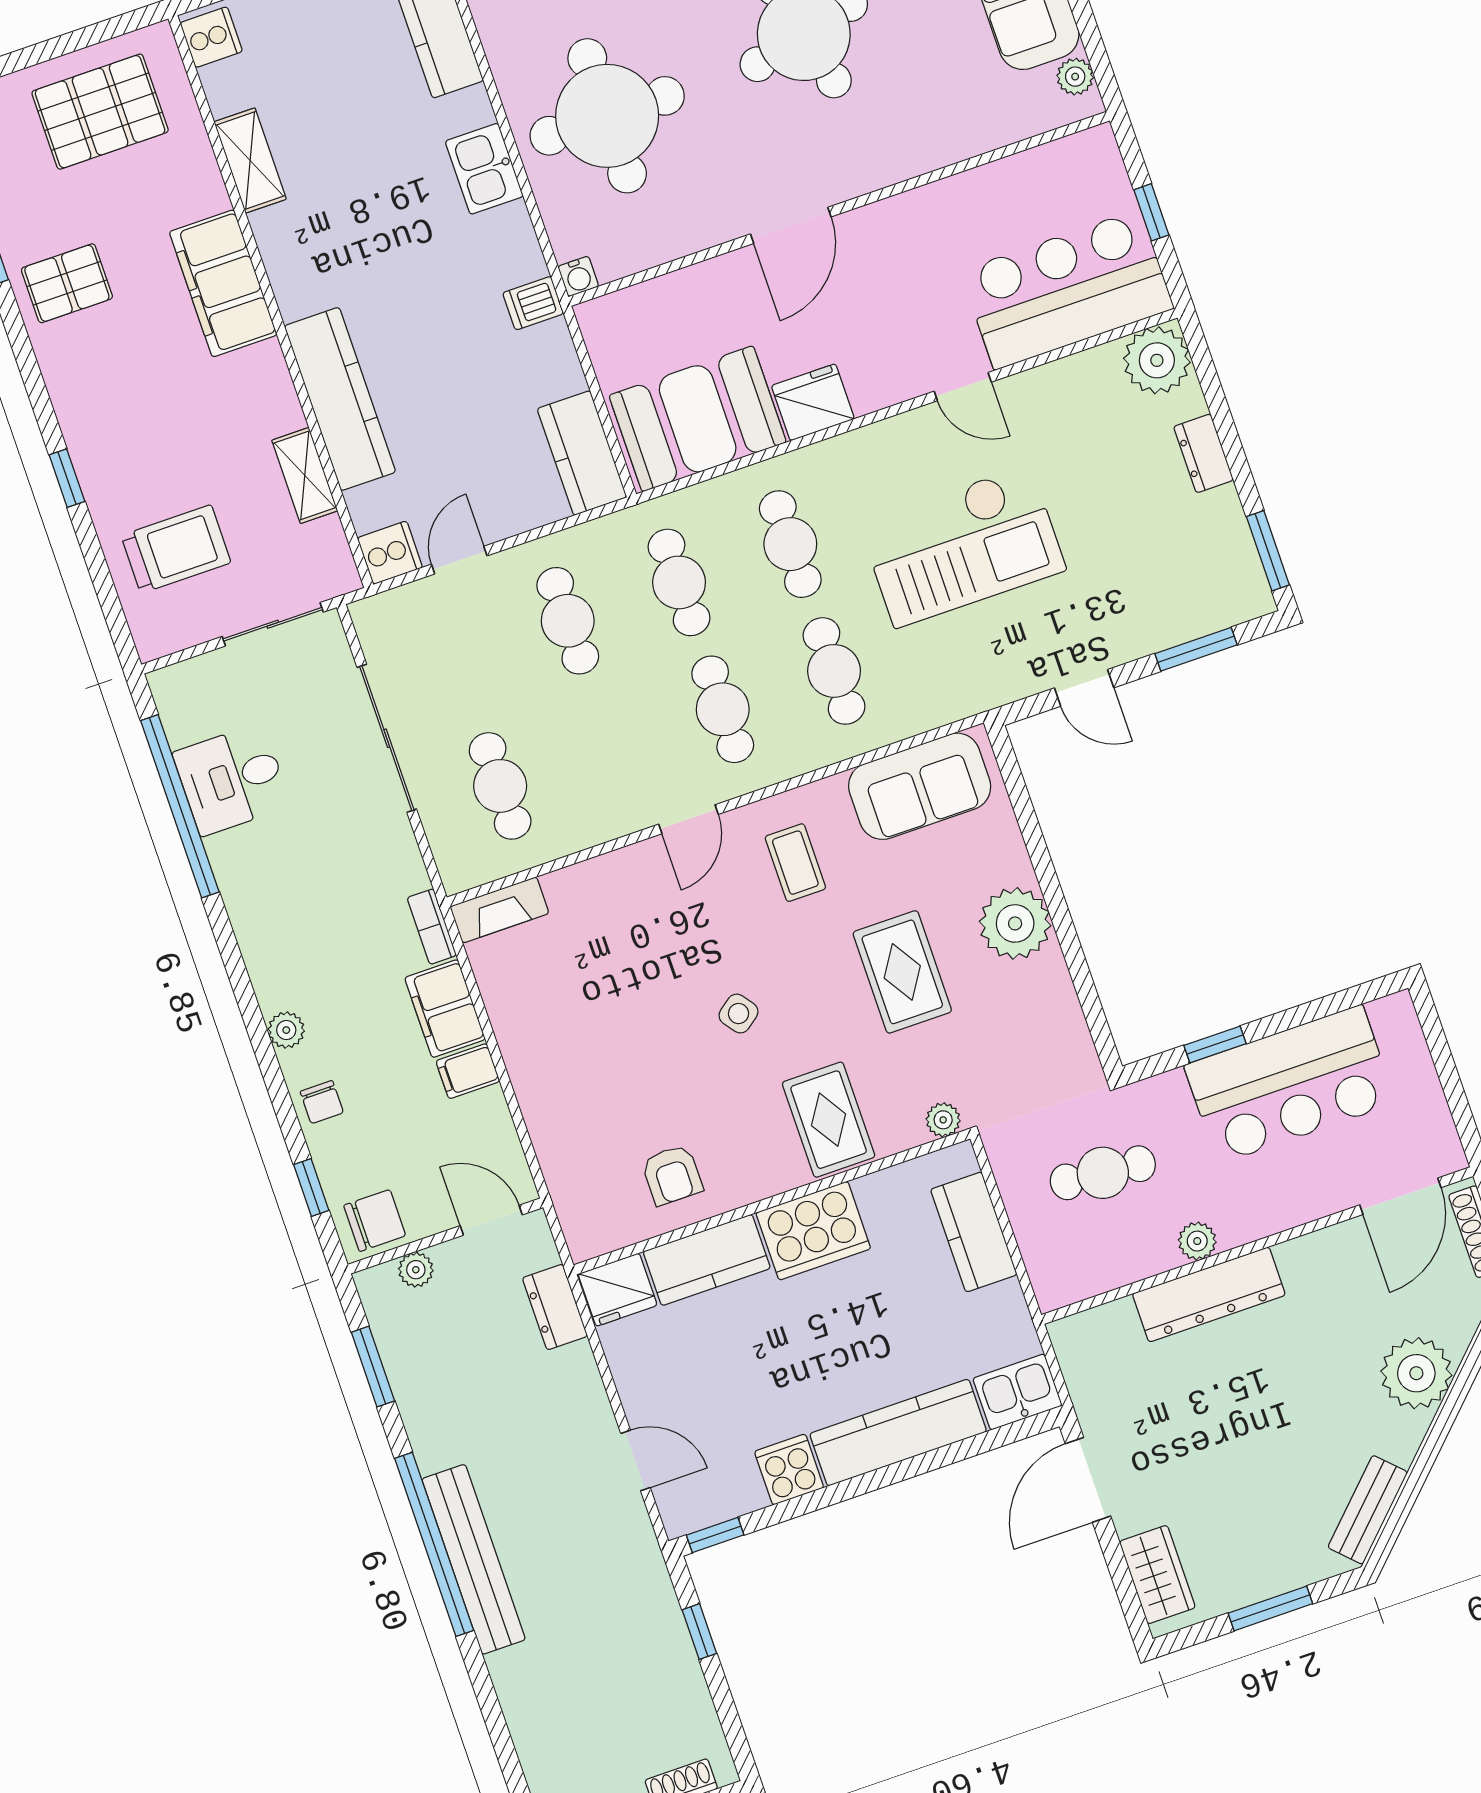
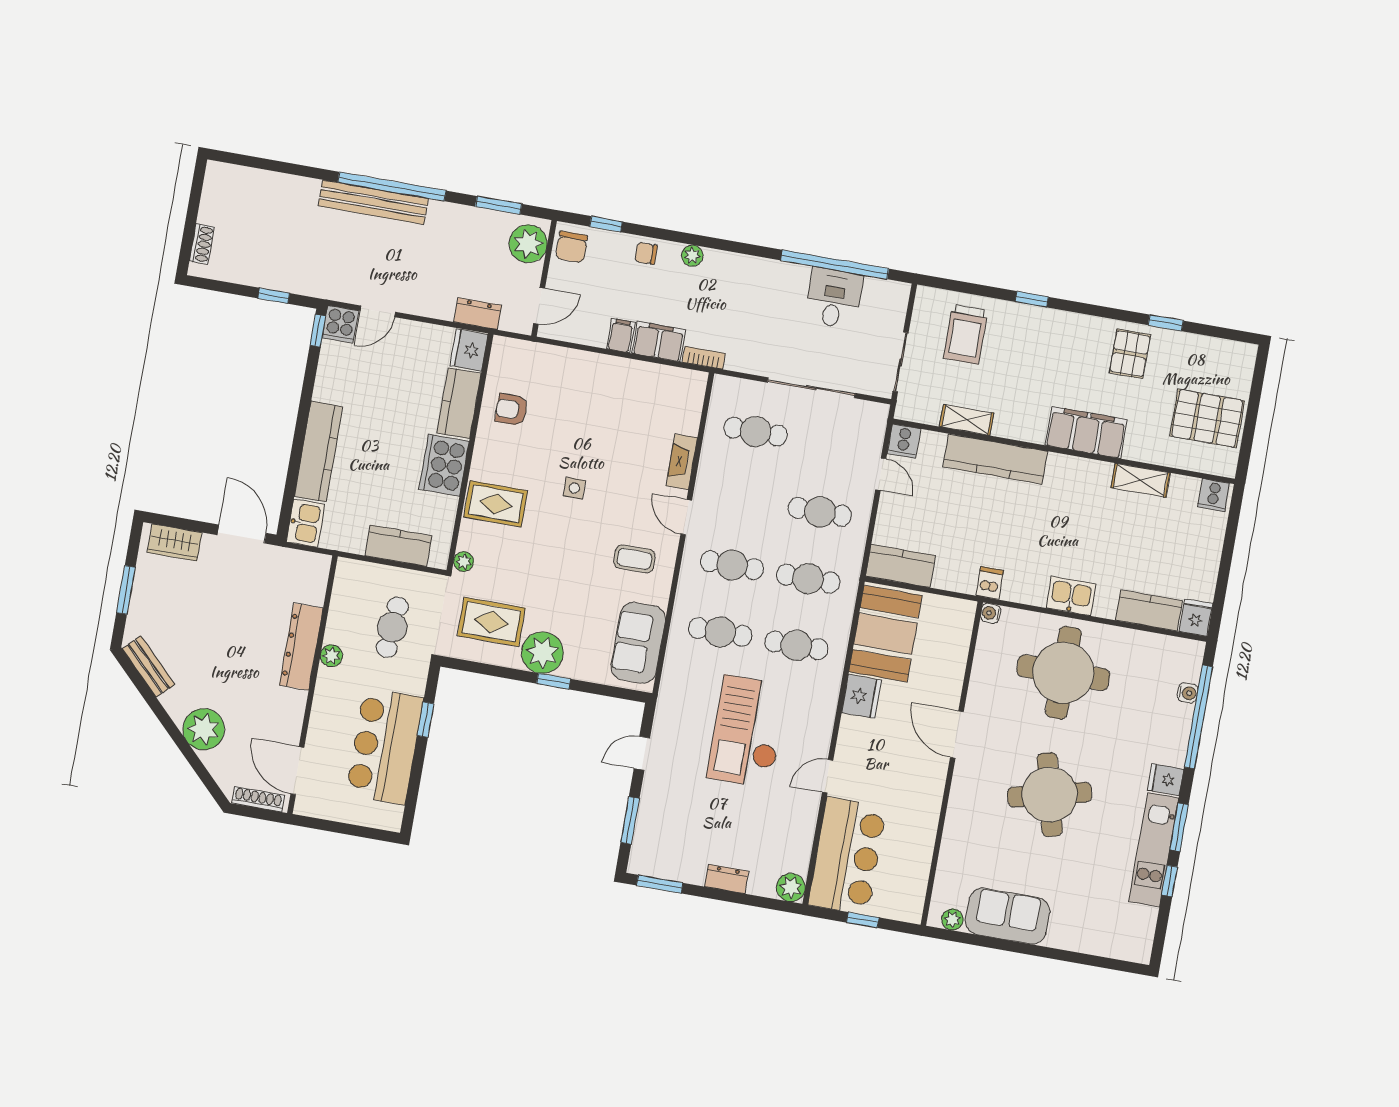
pallet: (100, 112) -> (1207, 418), turned 90
plant: (1157, 360) -> (791, 887), width x0.73, depth x0.73
window: (1049, 883) -> (554, 681), added
fireplace: (499, 910) -> (682, 462), moved
rug: (902, 972) -> (491, 622), moved
side table: (738, 1014) -> (574, 488), turned 37
plant: (416, 1270) -> (528, 244), width x1.88, depth x1.88
cooker: (789, 1470) -> (340, 324), moved, turned 90

